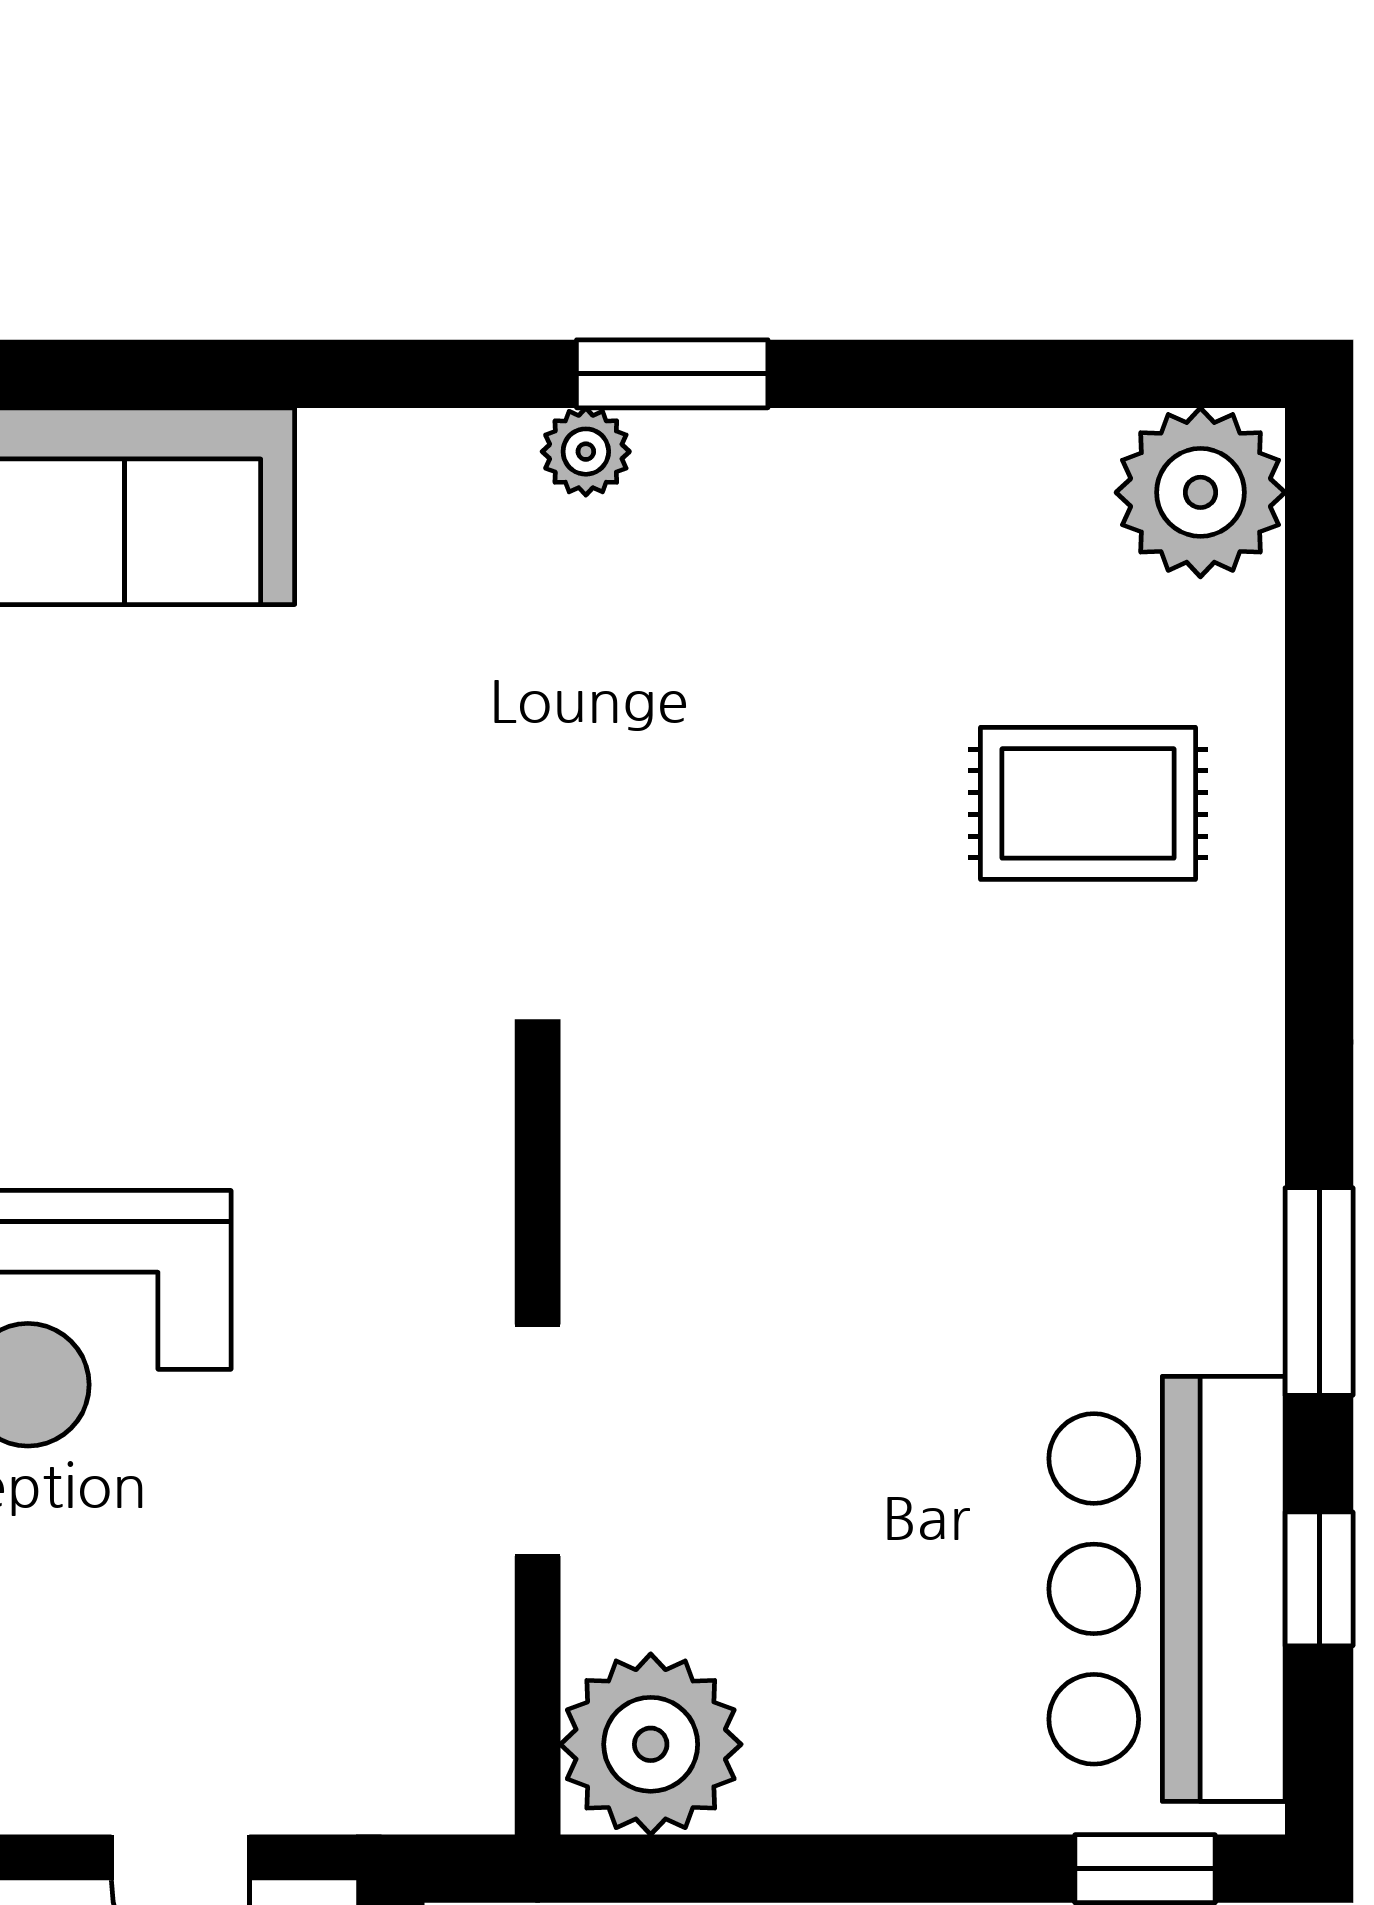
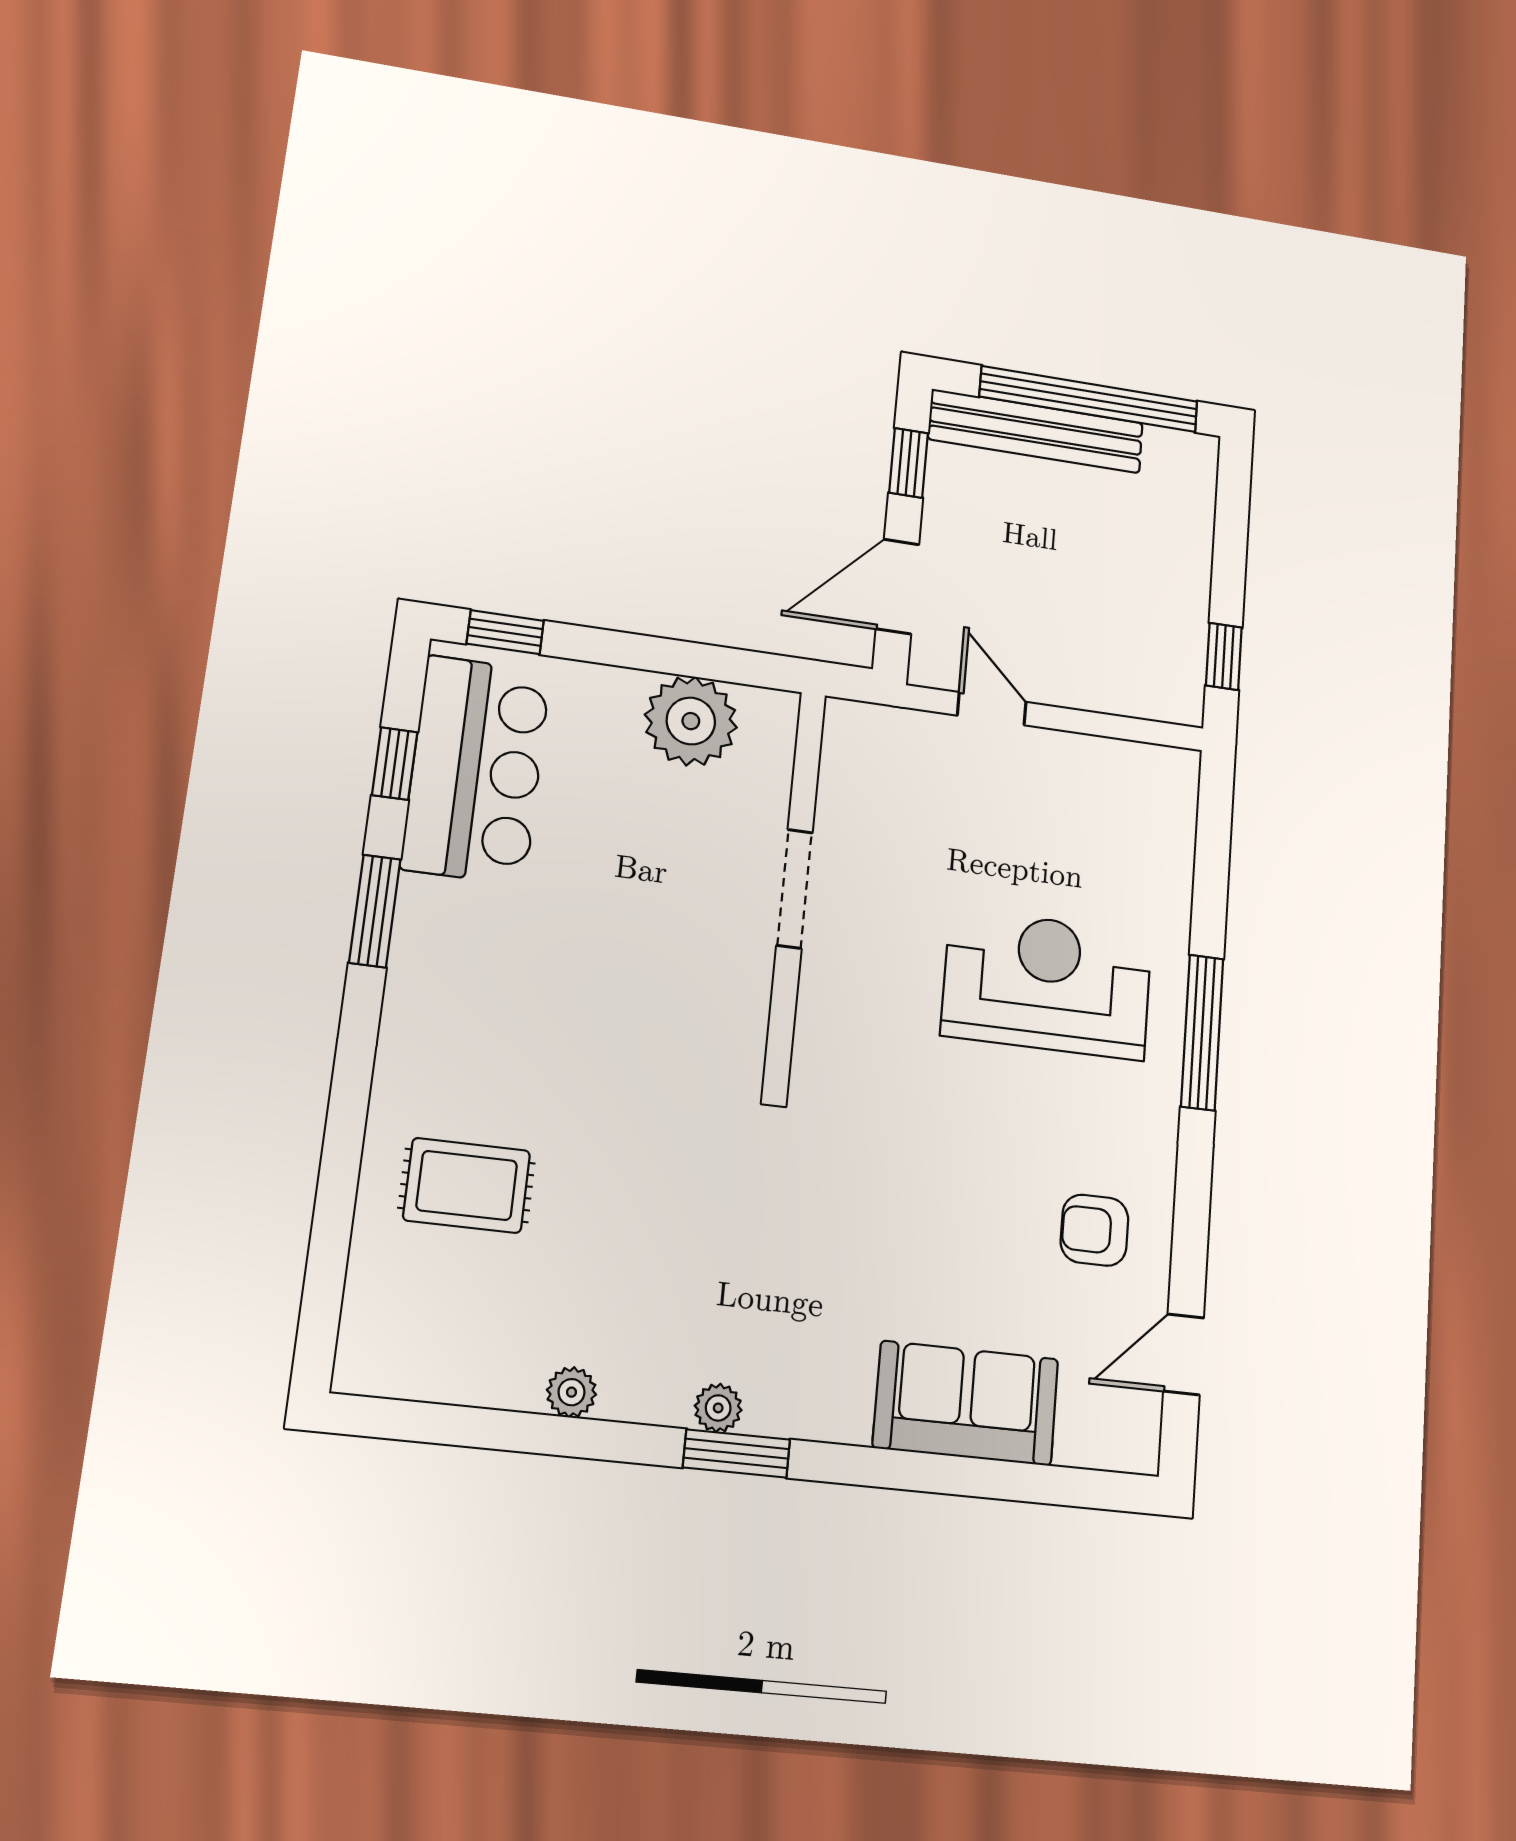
window: (672, 374) -> (736, 1453), moved
plant: (1200, 492) -> (571, 1392), moved, width x0.53, depth x0.53
plant: (651, 1744) -> (691, 721), moved

